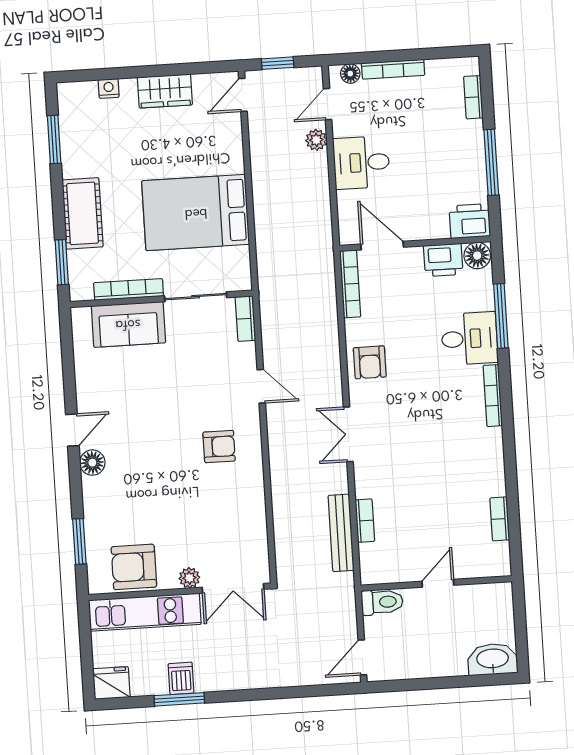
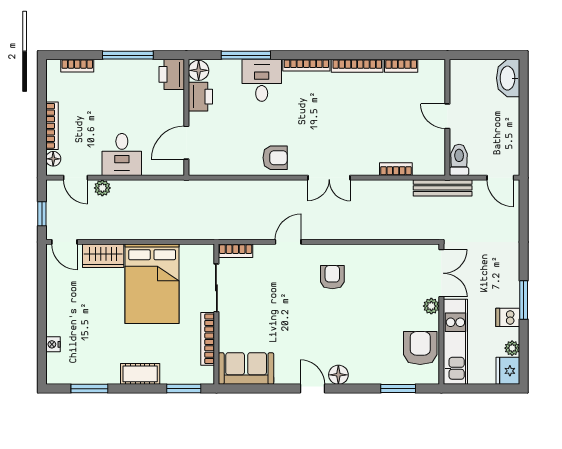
wardrobe: (165, 91) -> (103, 256), moved, turned 90
cot: (83, 213) -> (140, 374), width x0.73, depth x0.75
bookcase: (350, 284) -> (357, 66), moved, turned 180
sofa: (128, 324) -> (246, 369), moved, turned -90
bench: (341, 533) -> (443, 188), moved
armchair: (134, 567) -> (420, 348), turned 180
plant: (141, 687) -> (512, 348), added
window: (179, 699) -> (524, 300), moved

